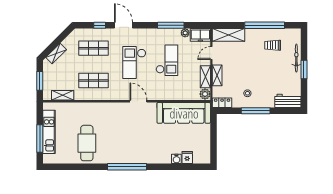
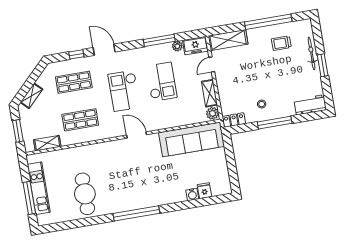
shelving: (217, 75) -> (223, 89), removed

